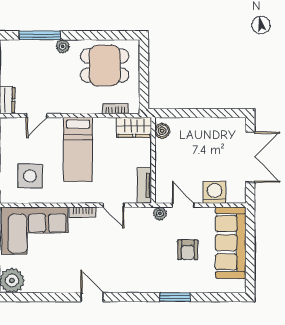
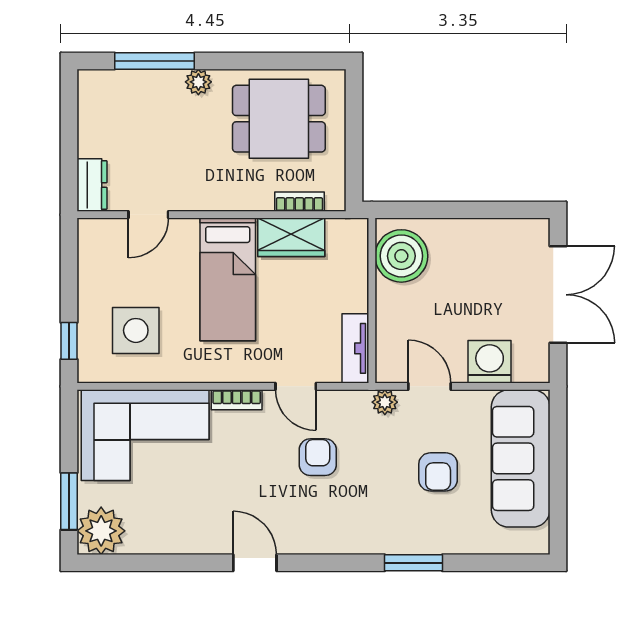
wardrobe: (134, 127) -> (291, 237), moved
boiler: (162, 131) -> (401, 256), width x1.86, depth x1.86
armchair: (125, 242) -> (318, 457), added

